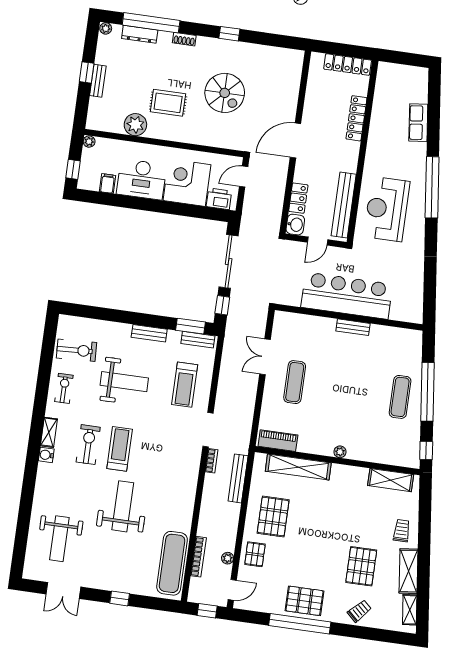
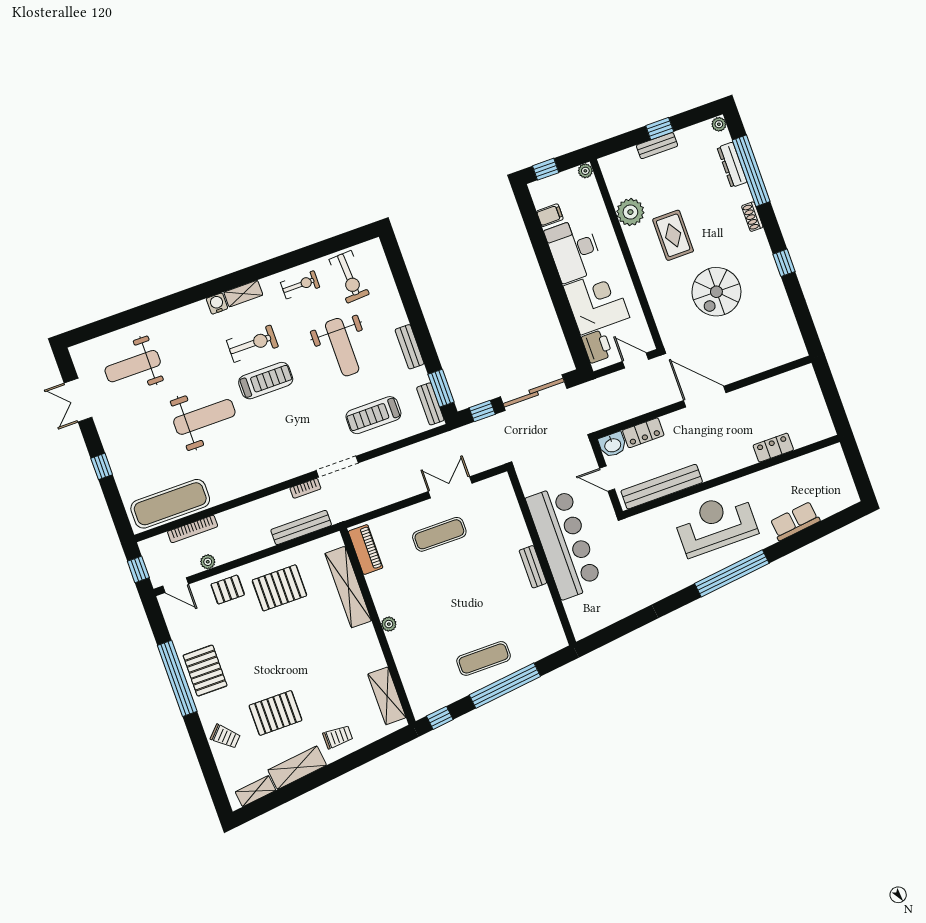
locker: (348, 65) -> (818, 410), removed
locker: (356, 118) -> (773, 448), width x0.66
reception desk: (387, 209) -> (716, 524), moved

